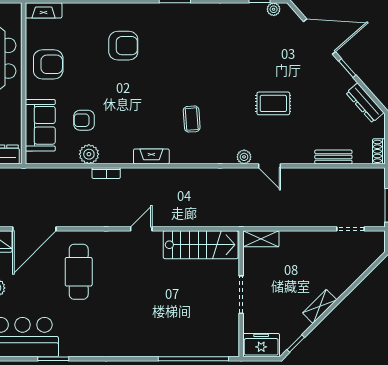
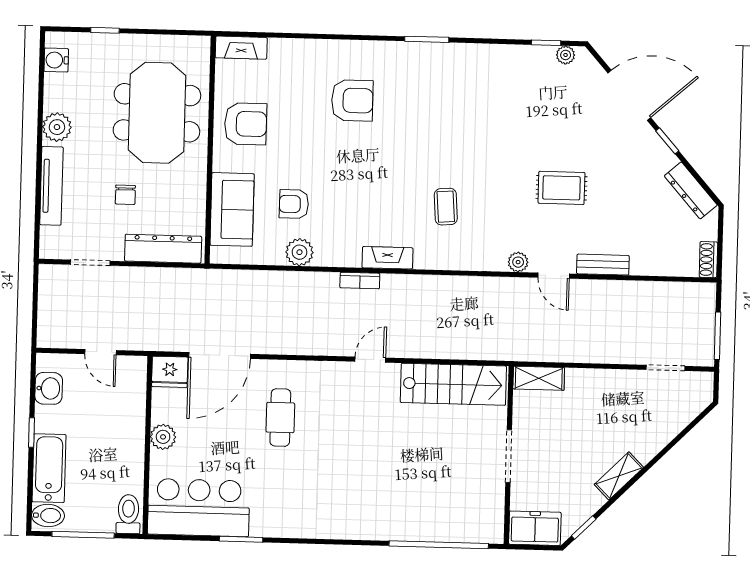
bench: (333, 157) -> (603, 265), moved
bookcase: (106, 173) -> (360, 281), moved
cafe table: (79, 272) -> (280, 418), width x0.73, depth x0.74

